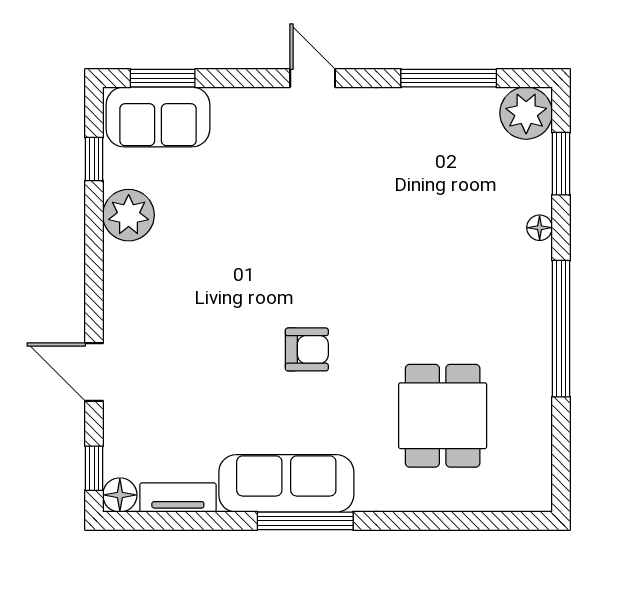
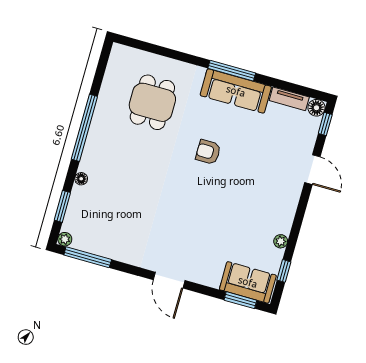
door: (313, 78) -> (169, 280), width x1.38
window: (449, 78) -> (88, 257), moved
plant: (526, 113) -> (65, 239), width x0.53, depth x0.53
plant: (129, 215) -> (281, 241), width x0.53, depth x0.53

